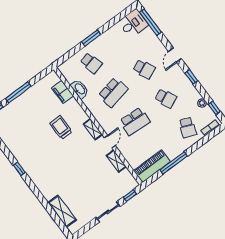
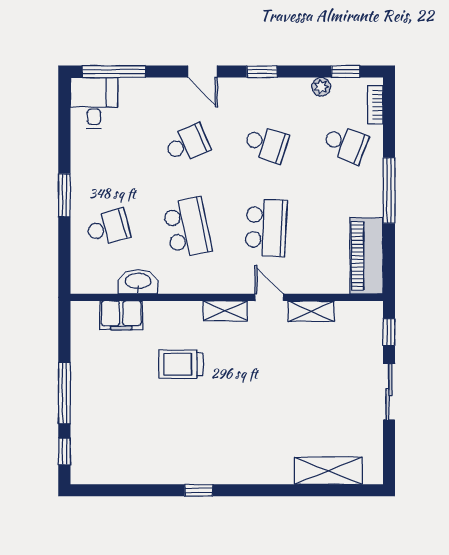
school desk: (166, 98) -> (266, 144), turned 42
window: (174, 163) -> (389, 191), moved

